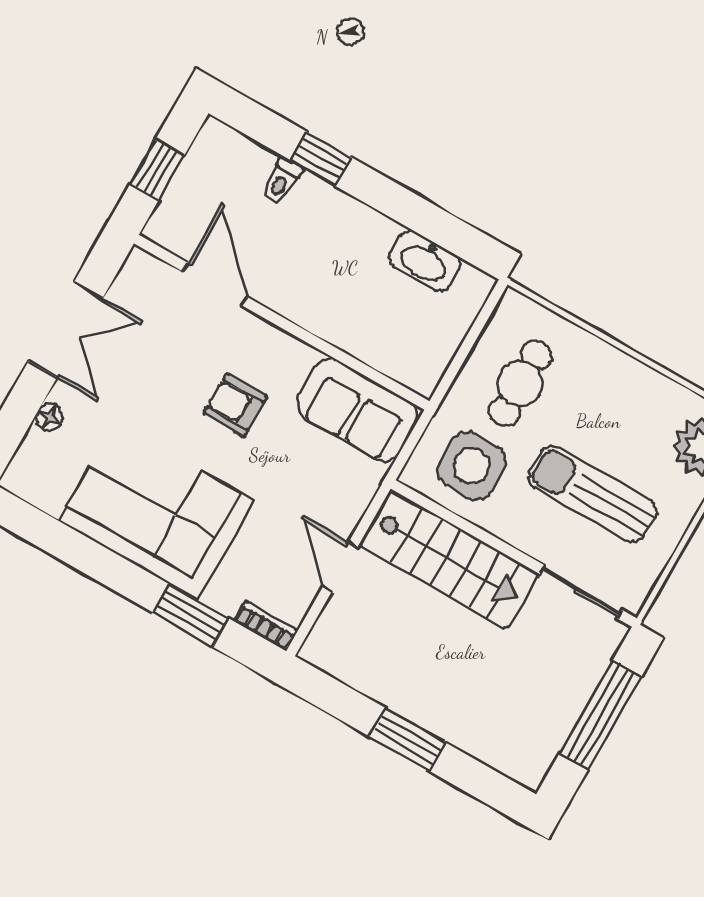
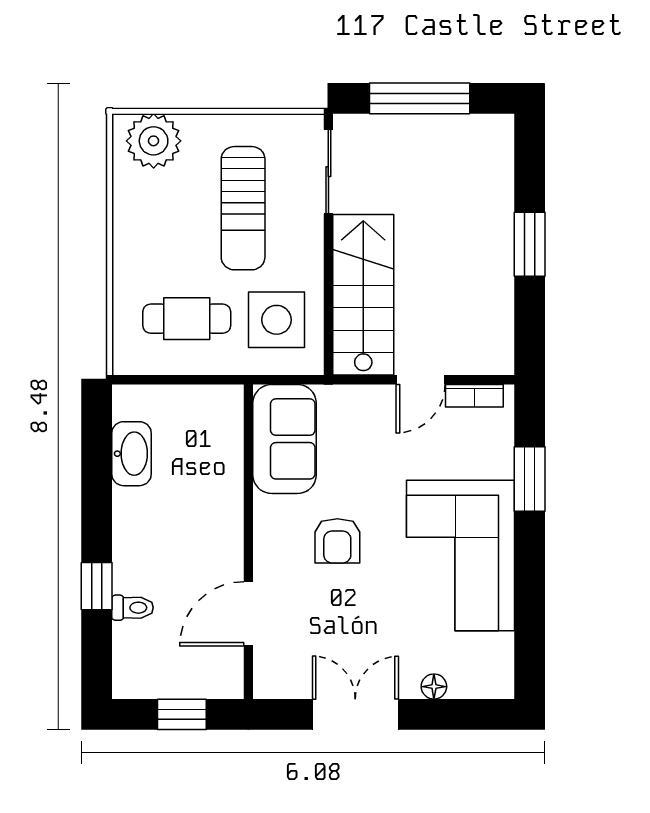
bookcase: (266, 626) -> (474, 396), moved, turned -90

